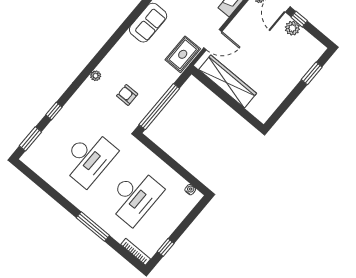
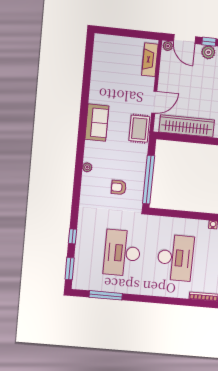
plant: (96, 76) -> (87, 167), moved
desk: (88, 158) -> (122, 253), turned 180
window: (93, 227) -> (106, 295), moved

